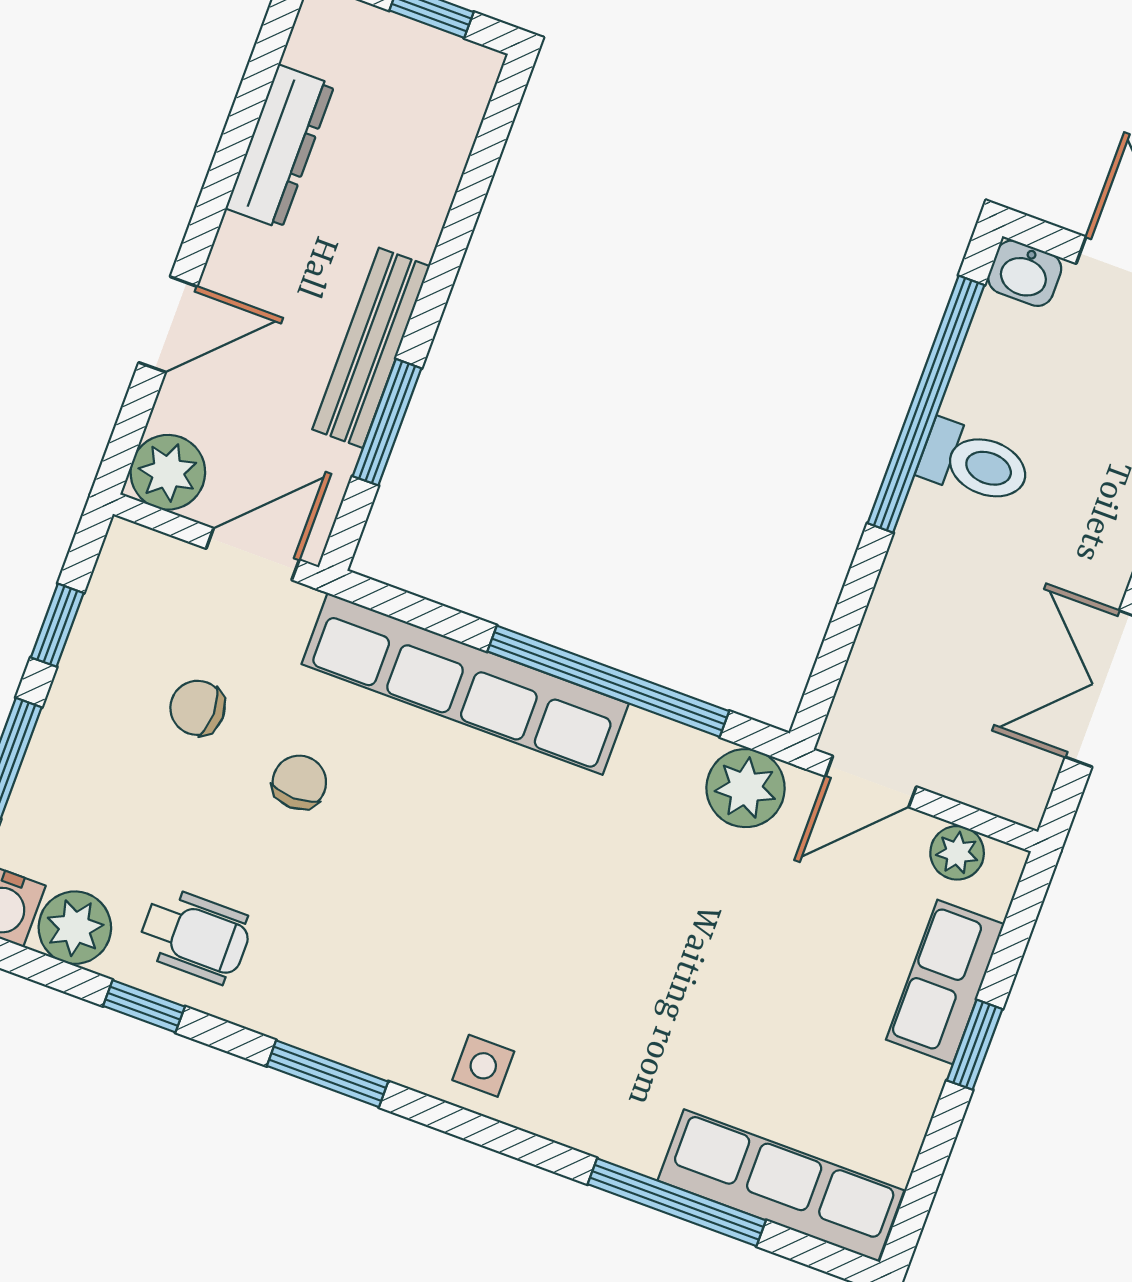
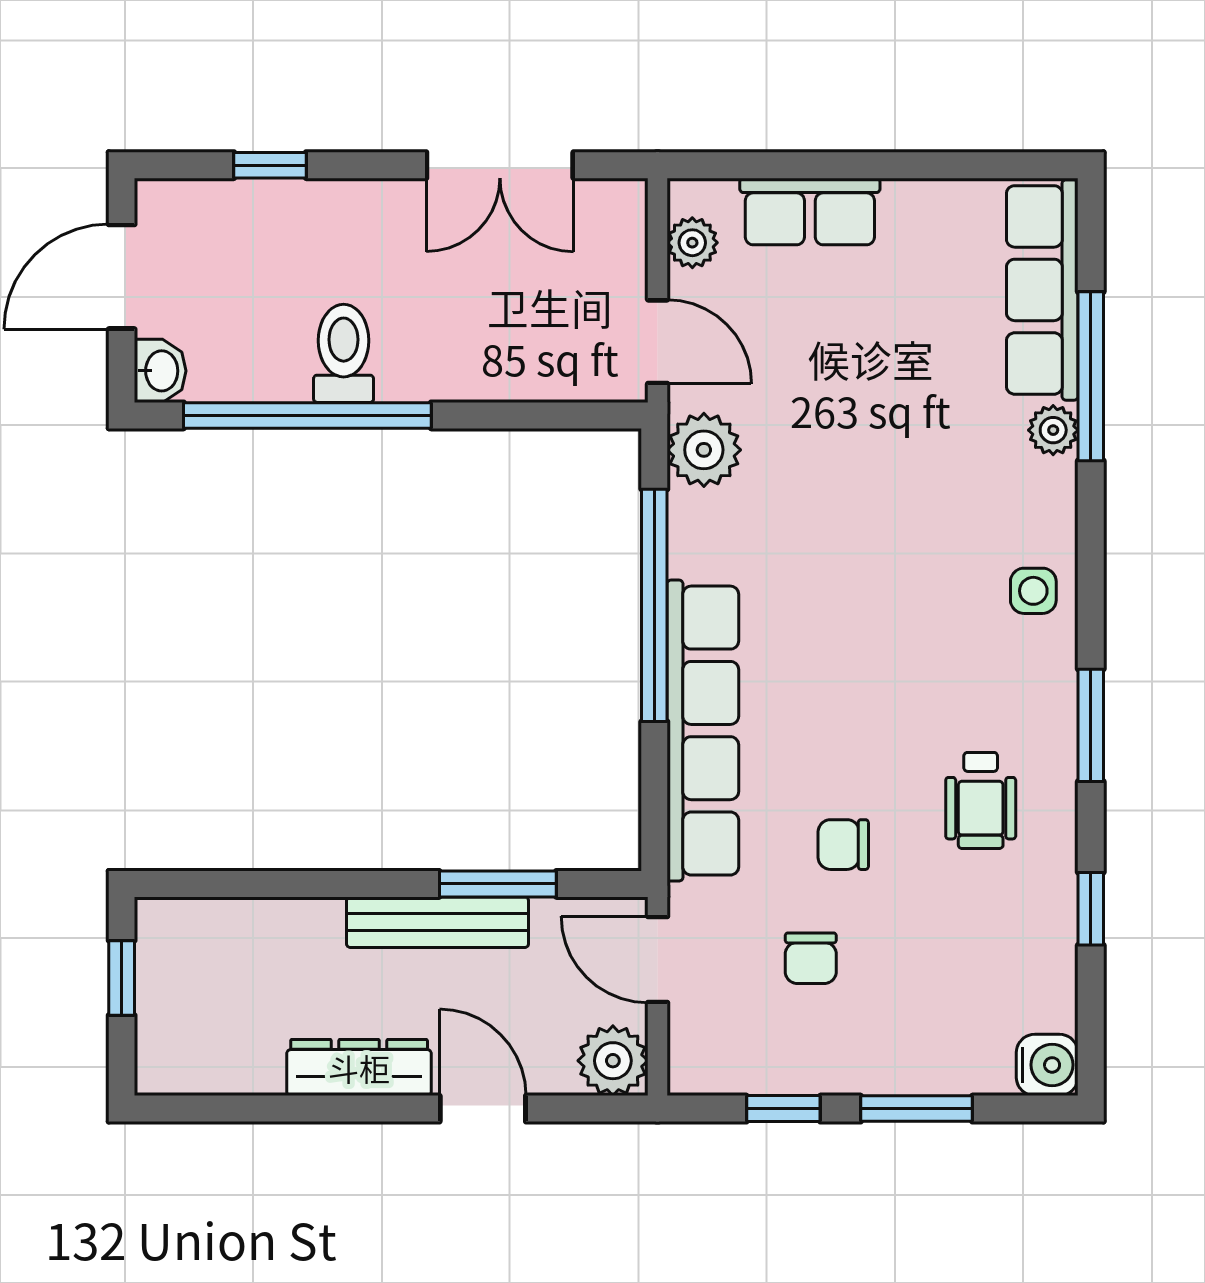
dresser: (280, 147) -> (359, 1068), moved
plant: (75, 928) -> (1053, 430), moved, width x0.73, depth x0.73
wheelchair: (195, 936) -> (981, 800), moved, turned 180
window: (975, 1045) -> (855, 165), removed

